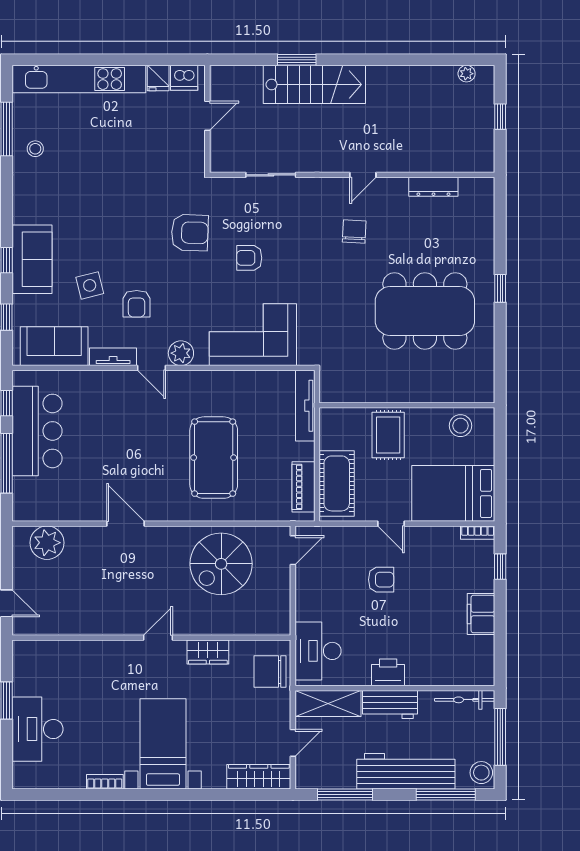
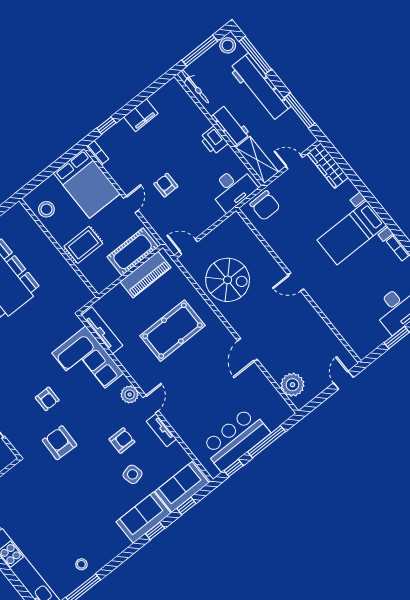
sofa: (54, 346) -> (182, 487), moved, turned 90
tv unit: (305, 406) -> (102, 330), moved, turned -90
piano: (304, 487) -> (146, 275), width x1.37, depth x1.33
wardrobe: (208, 652) -> (282, 248), removed

